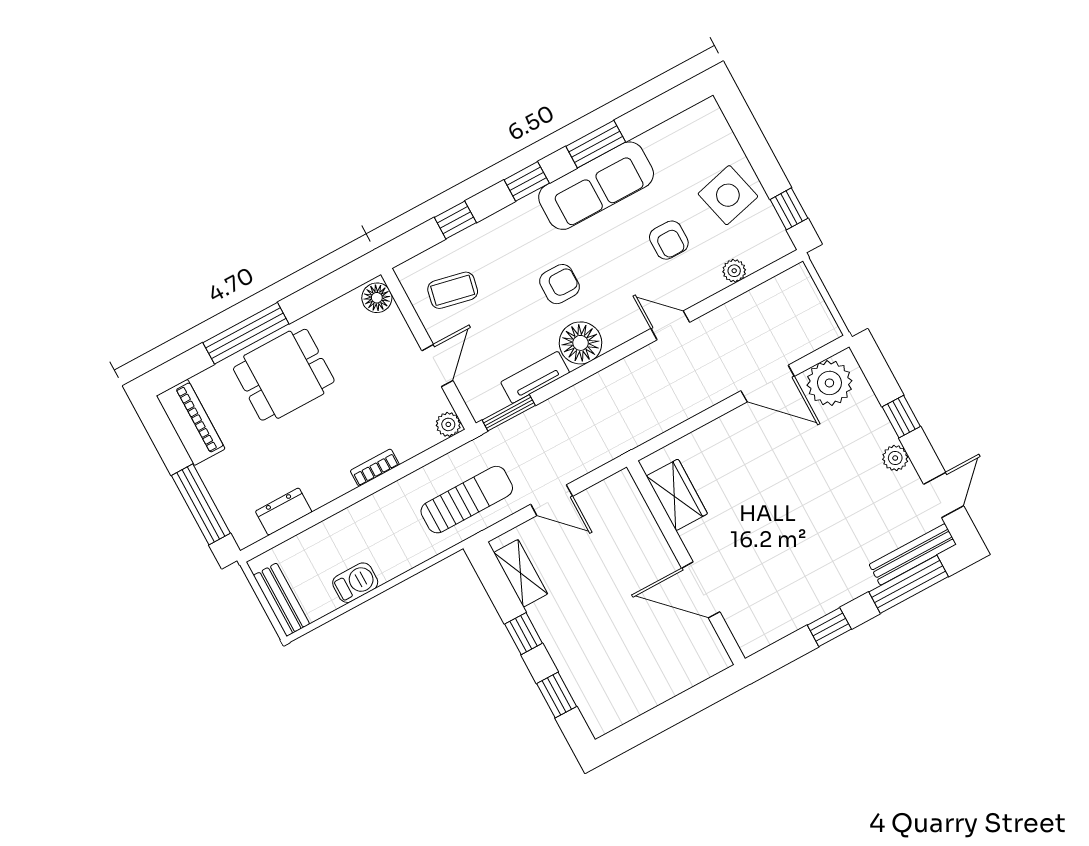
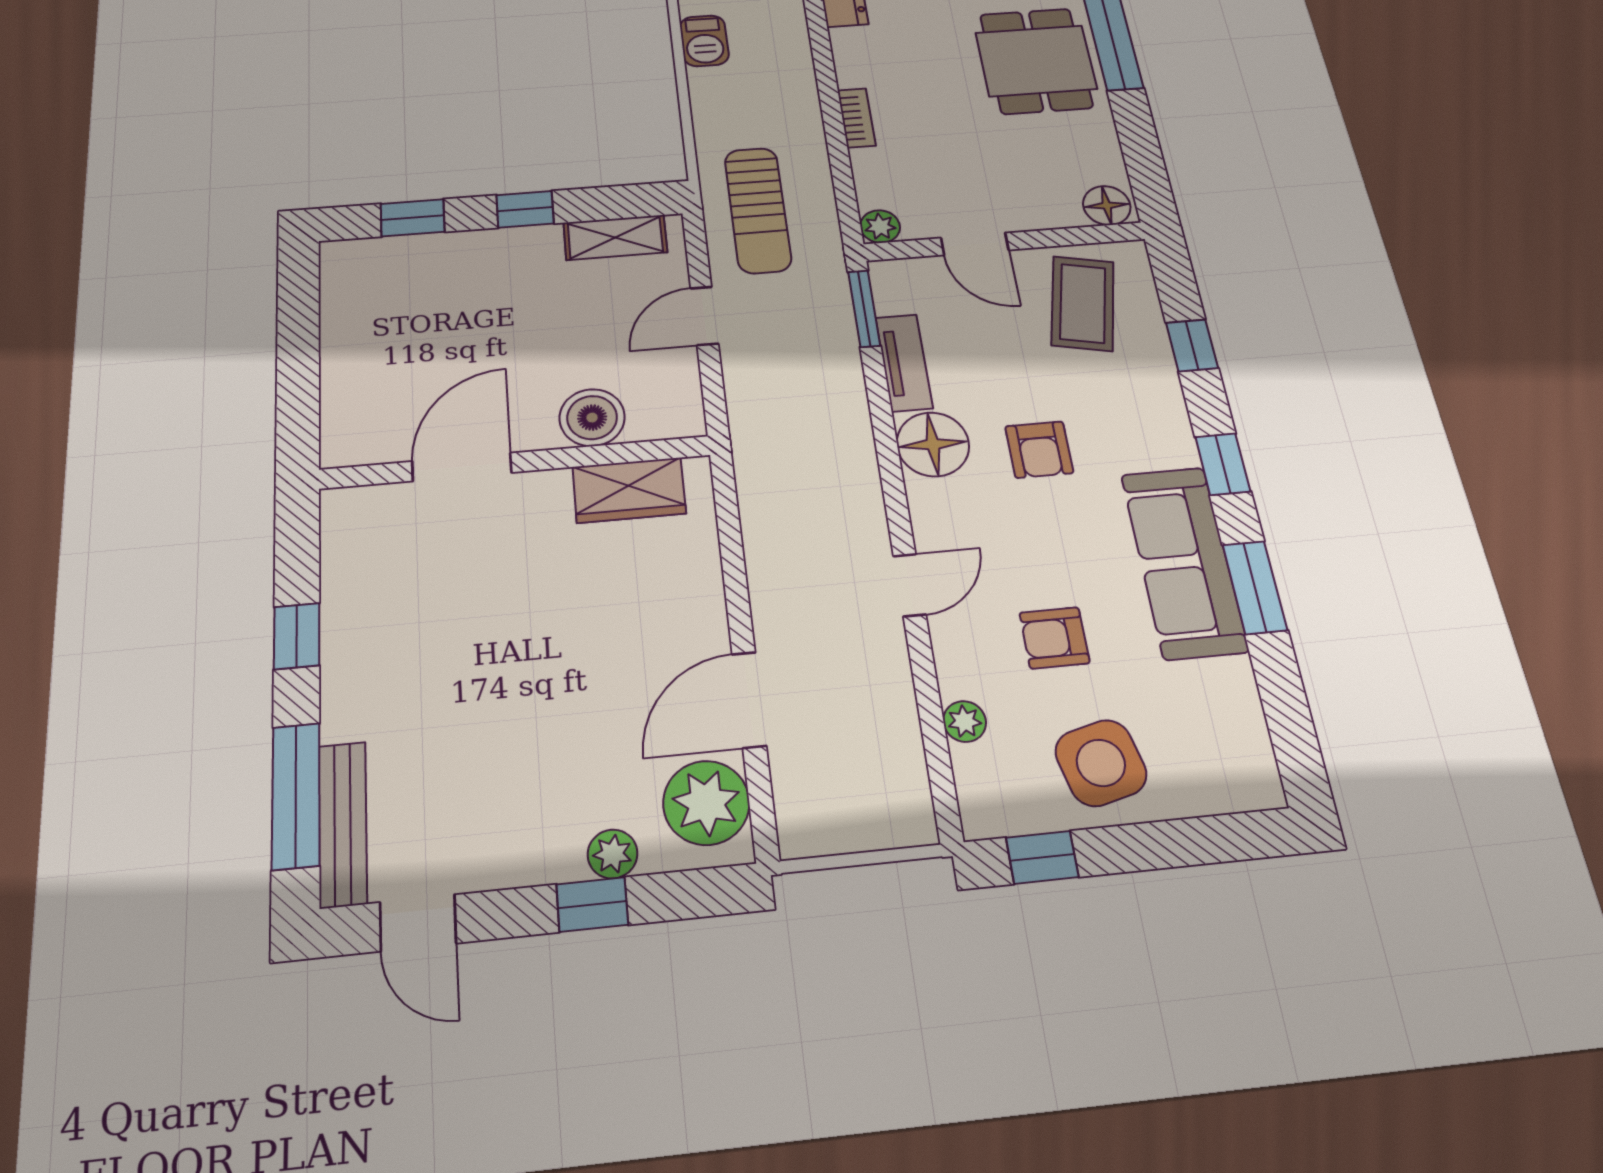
coffee table: (453, 290) -> (1083, 303), width x1.36, depth x1.30
plant: (895, 458) -> (612, 854), moved
boiler: (642, 534) -> (592, 418), added

